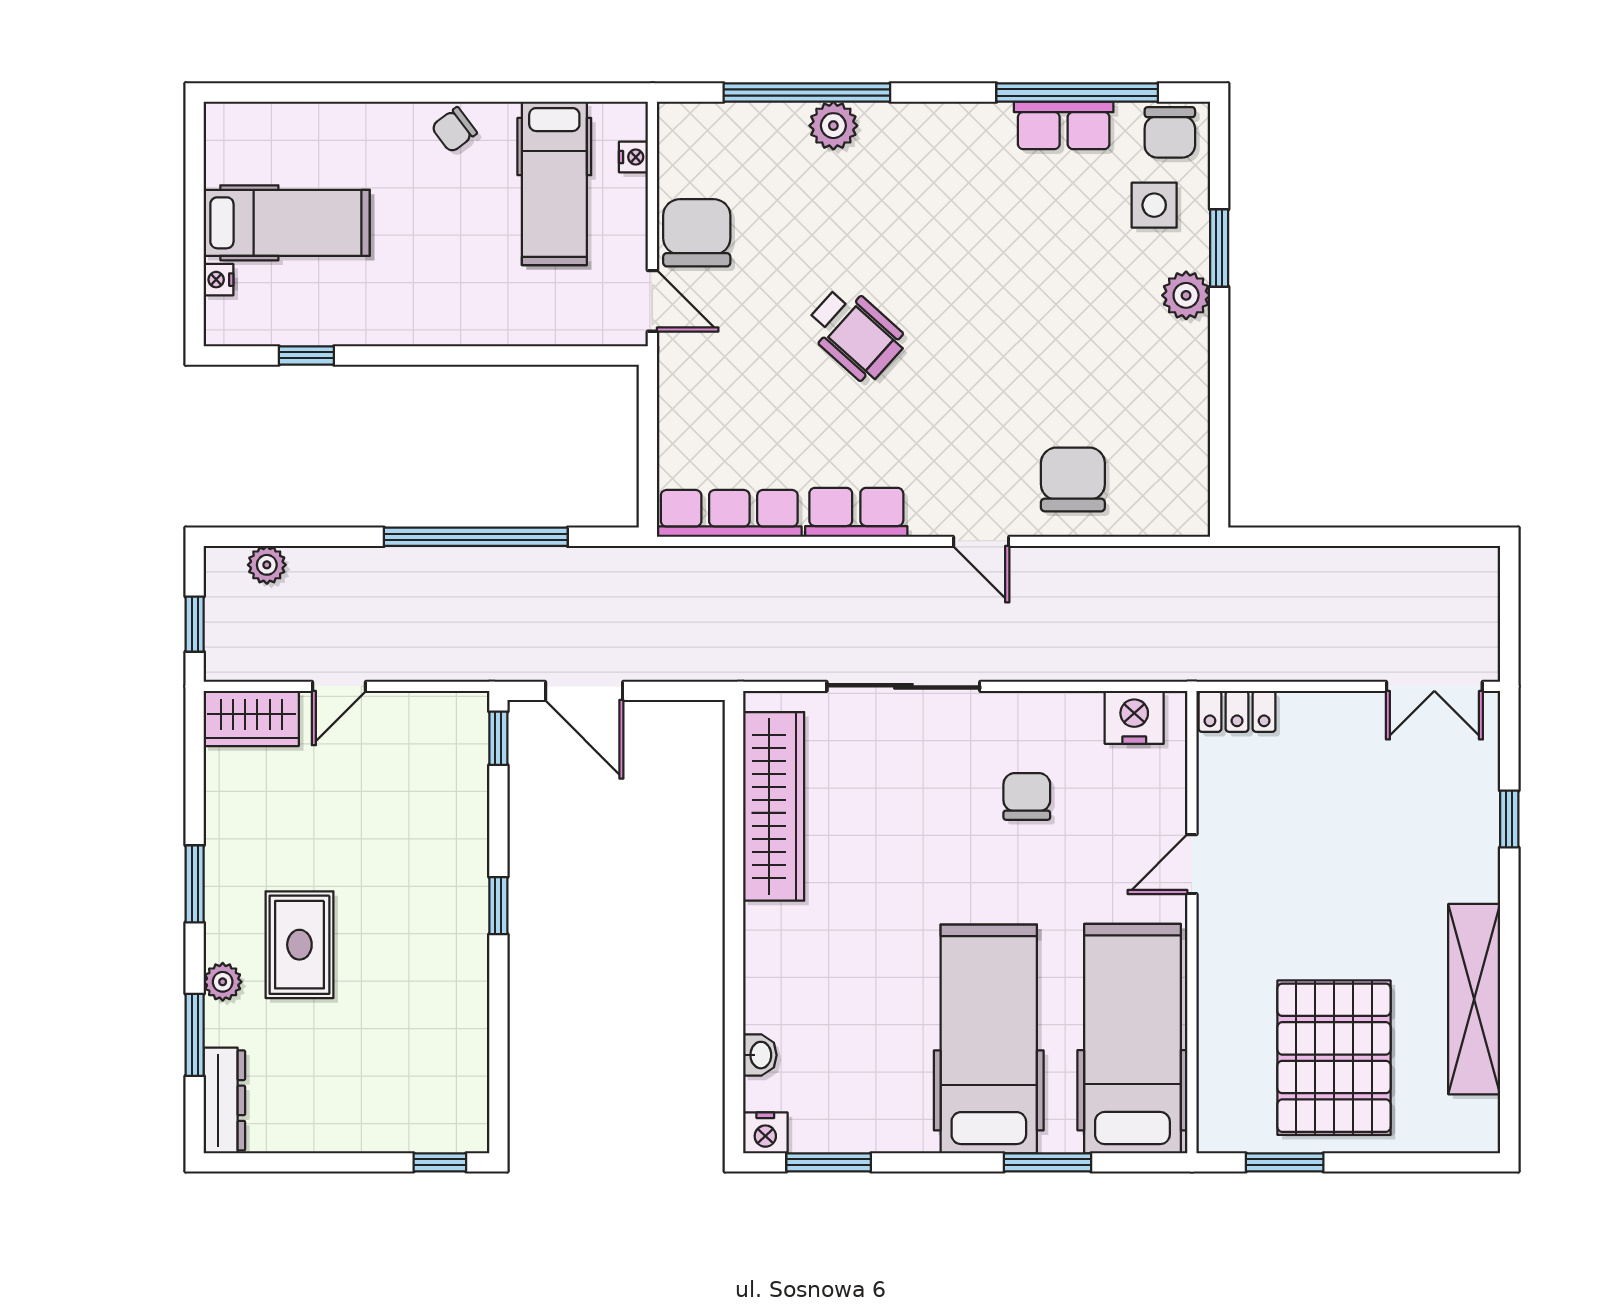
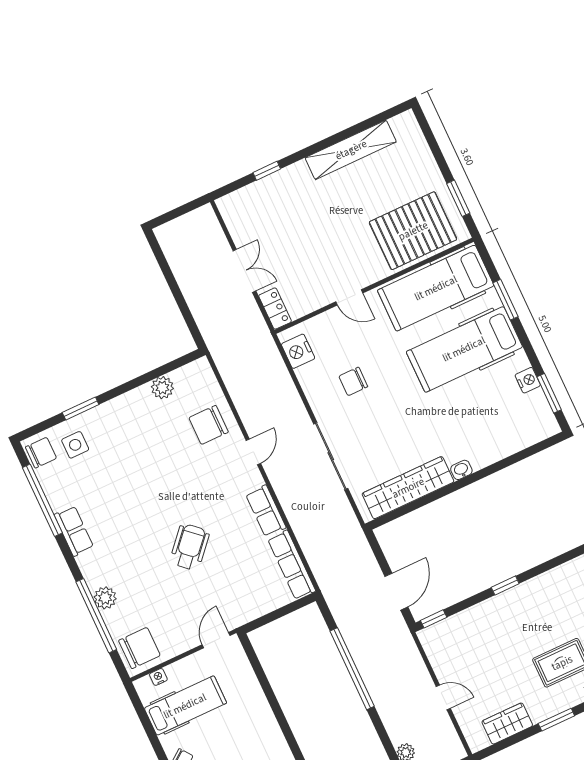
row of seats: (1064, 125) -> (74, 531), moved
chair: (697, 233) -> (139, 648), moved, turned 180
plant: (1186, 295) -> (162, 388), moved
double door: (1434, 686) -> (244, 271), moved
wardrobe: (251, 718) -> (507, 724), moved, turned -90
washbasin: (760, 1055) -> (461, 470), moved
pallet: (1334, 1058) -> (413, 231), moved
nightstand: (765, 1133) -> (528, 380), moved

